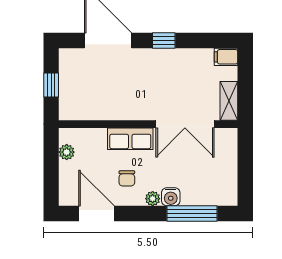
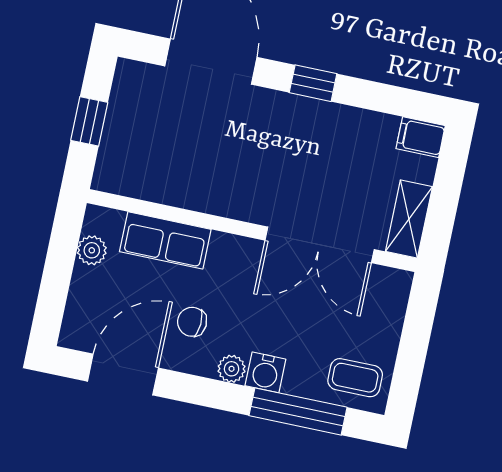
row of seats: (130, 139) -> (165, 240), moved
chair: (127, 178) -> (192, 322), turned 93
coffee table: (218, 190) -> (355, 378), added
door: (97, 214) -> (123, 375), hinge flipped

